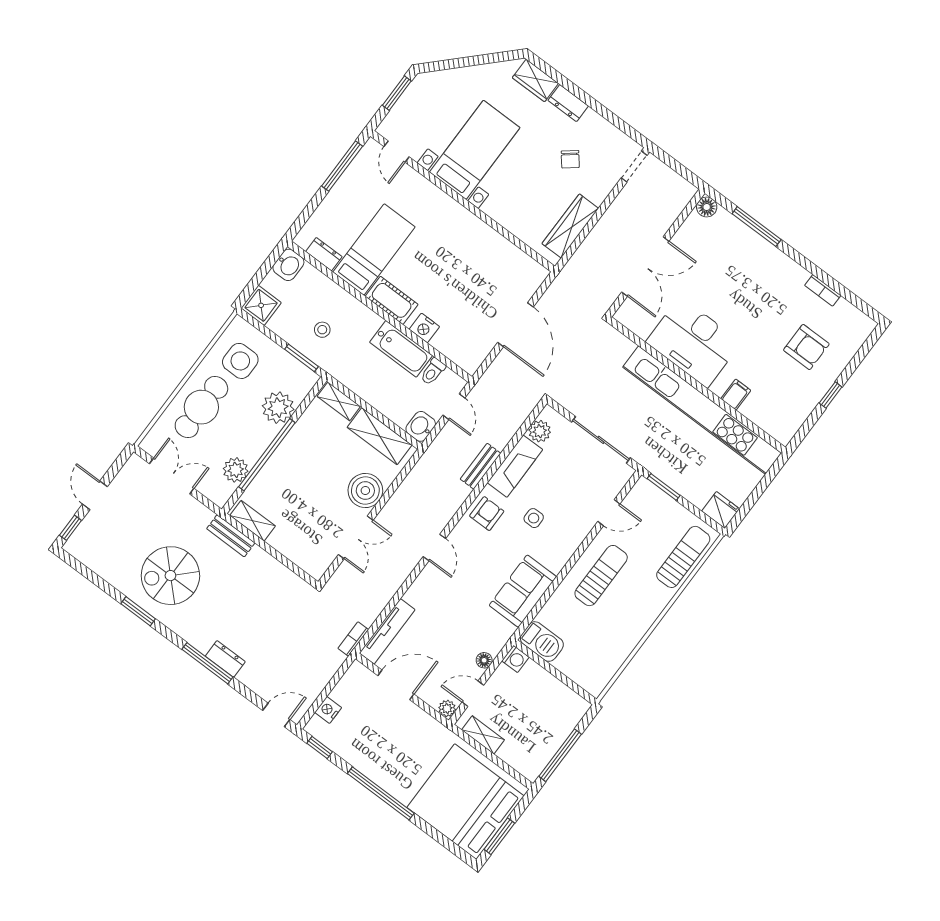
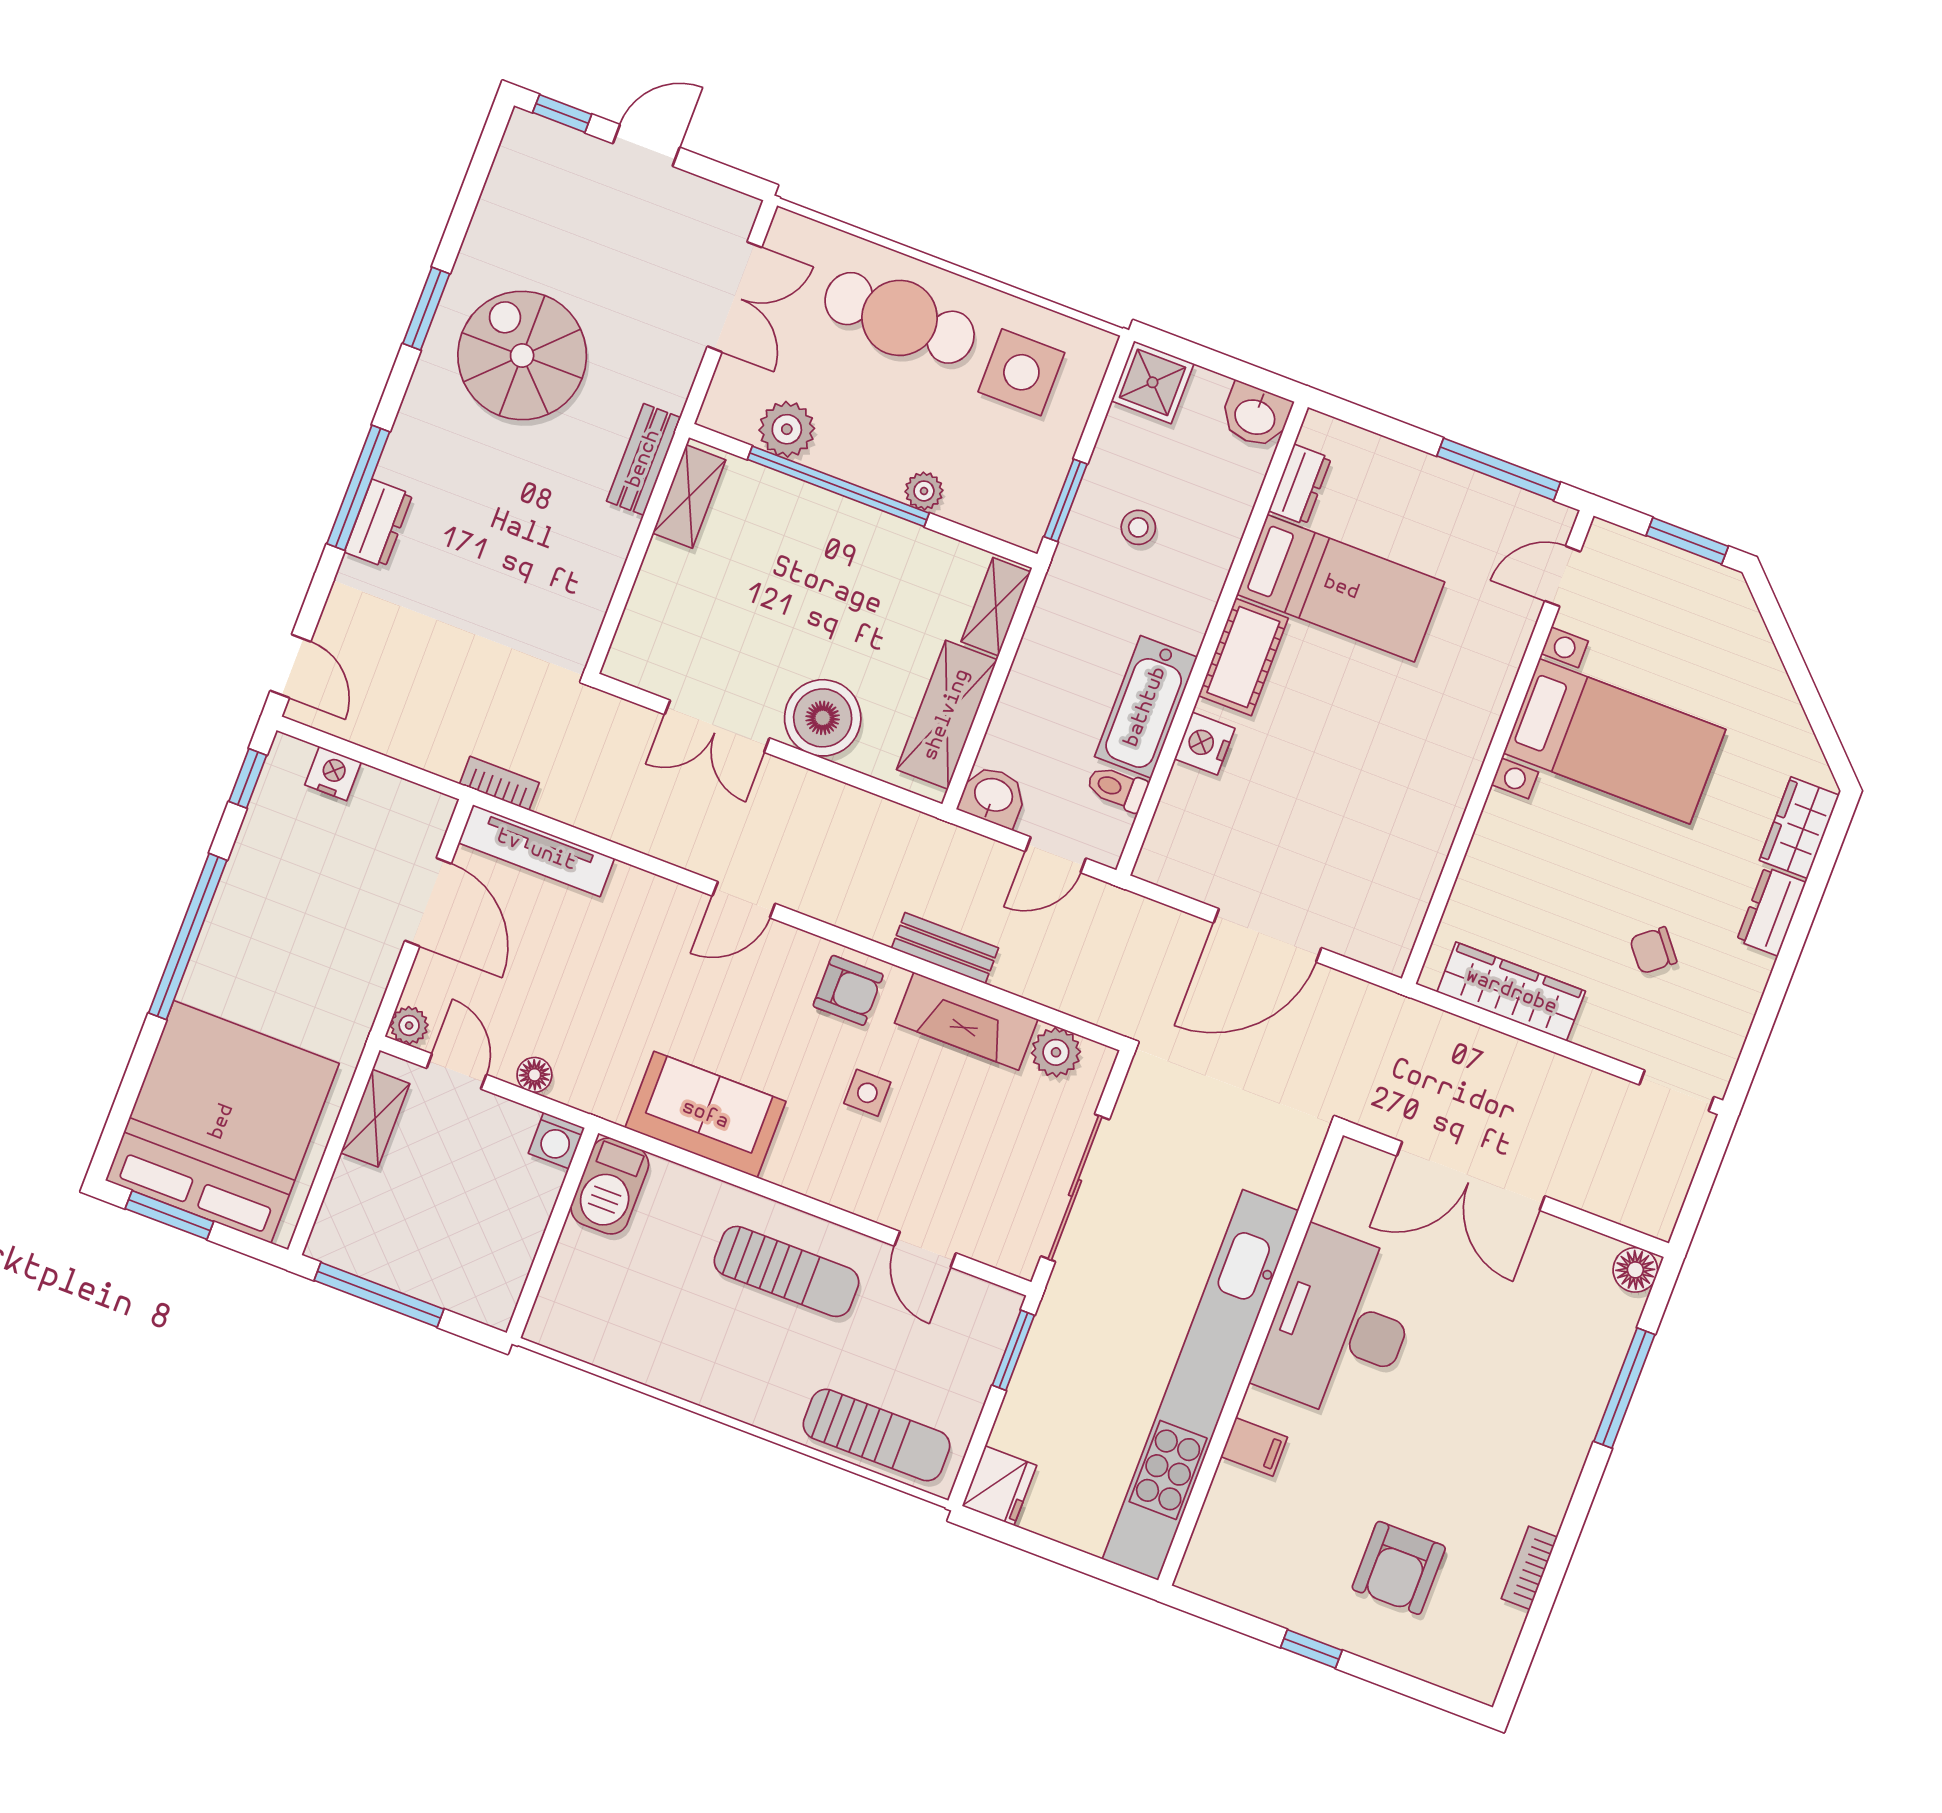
plant: (278, 408) -> (924, 491), width x0.53, depth x0.53

